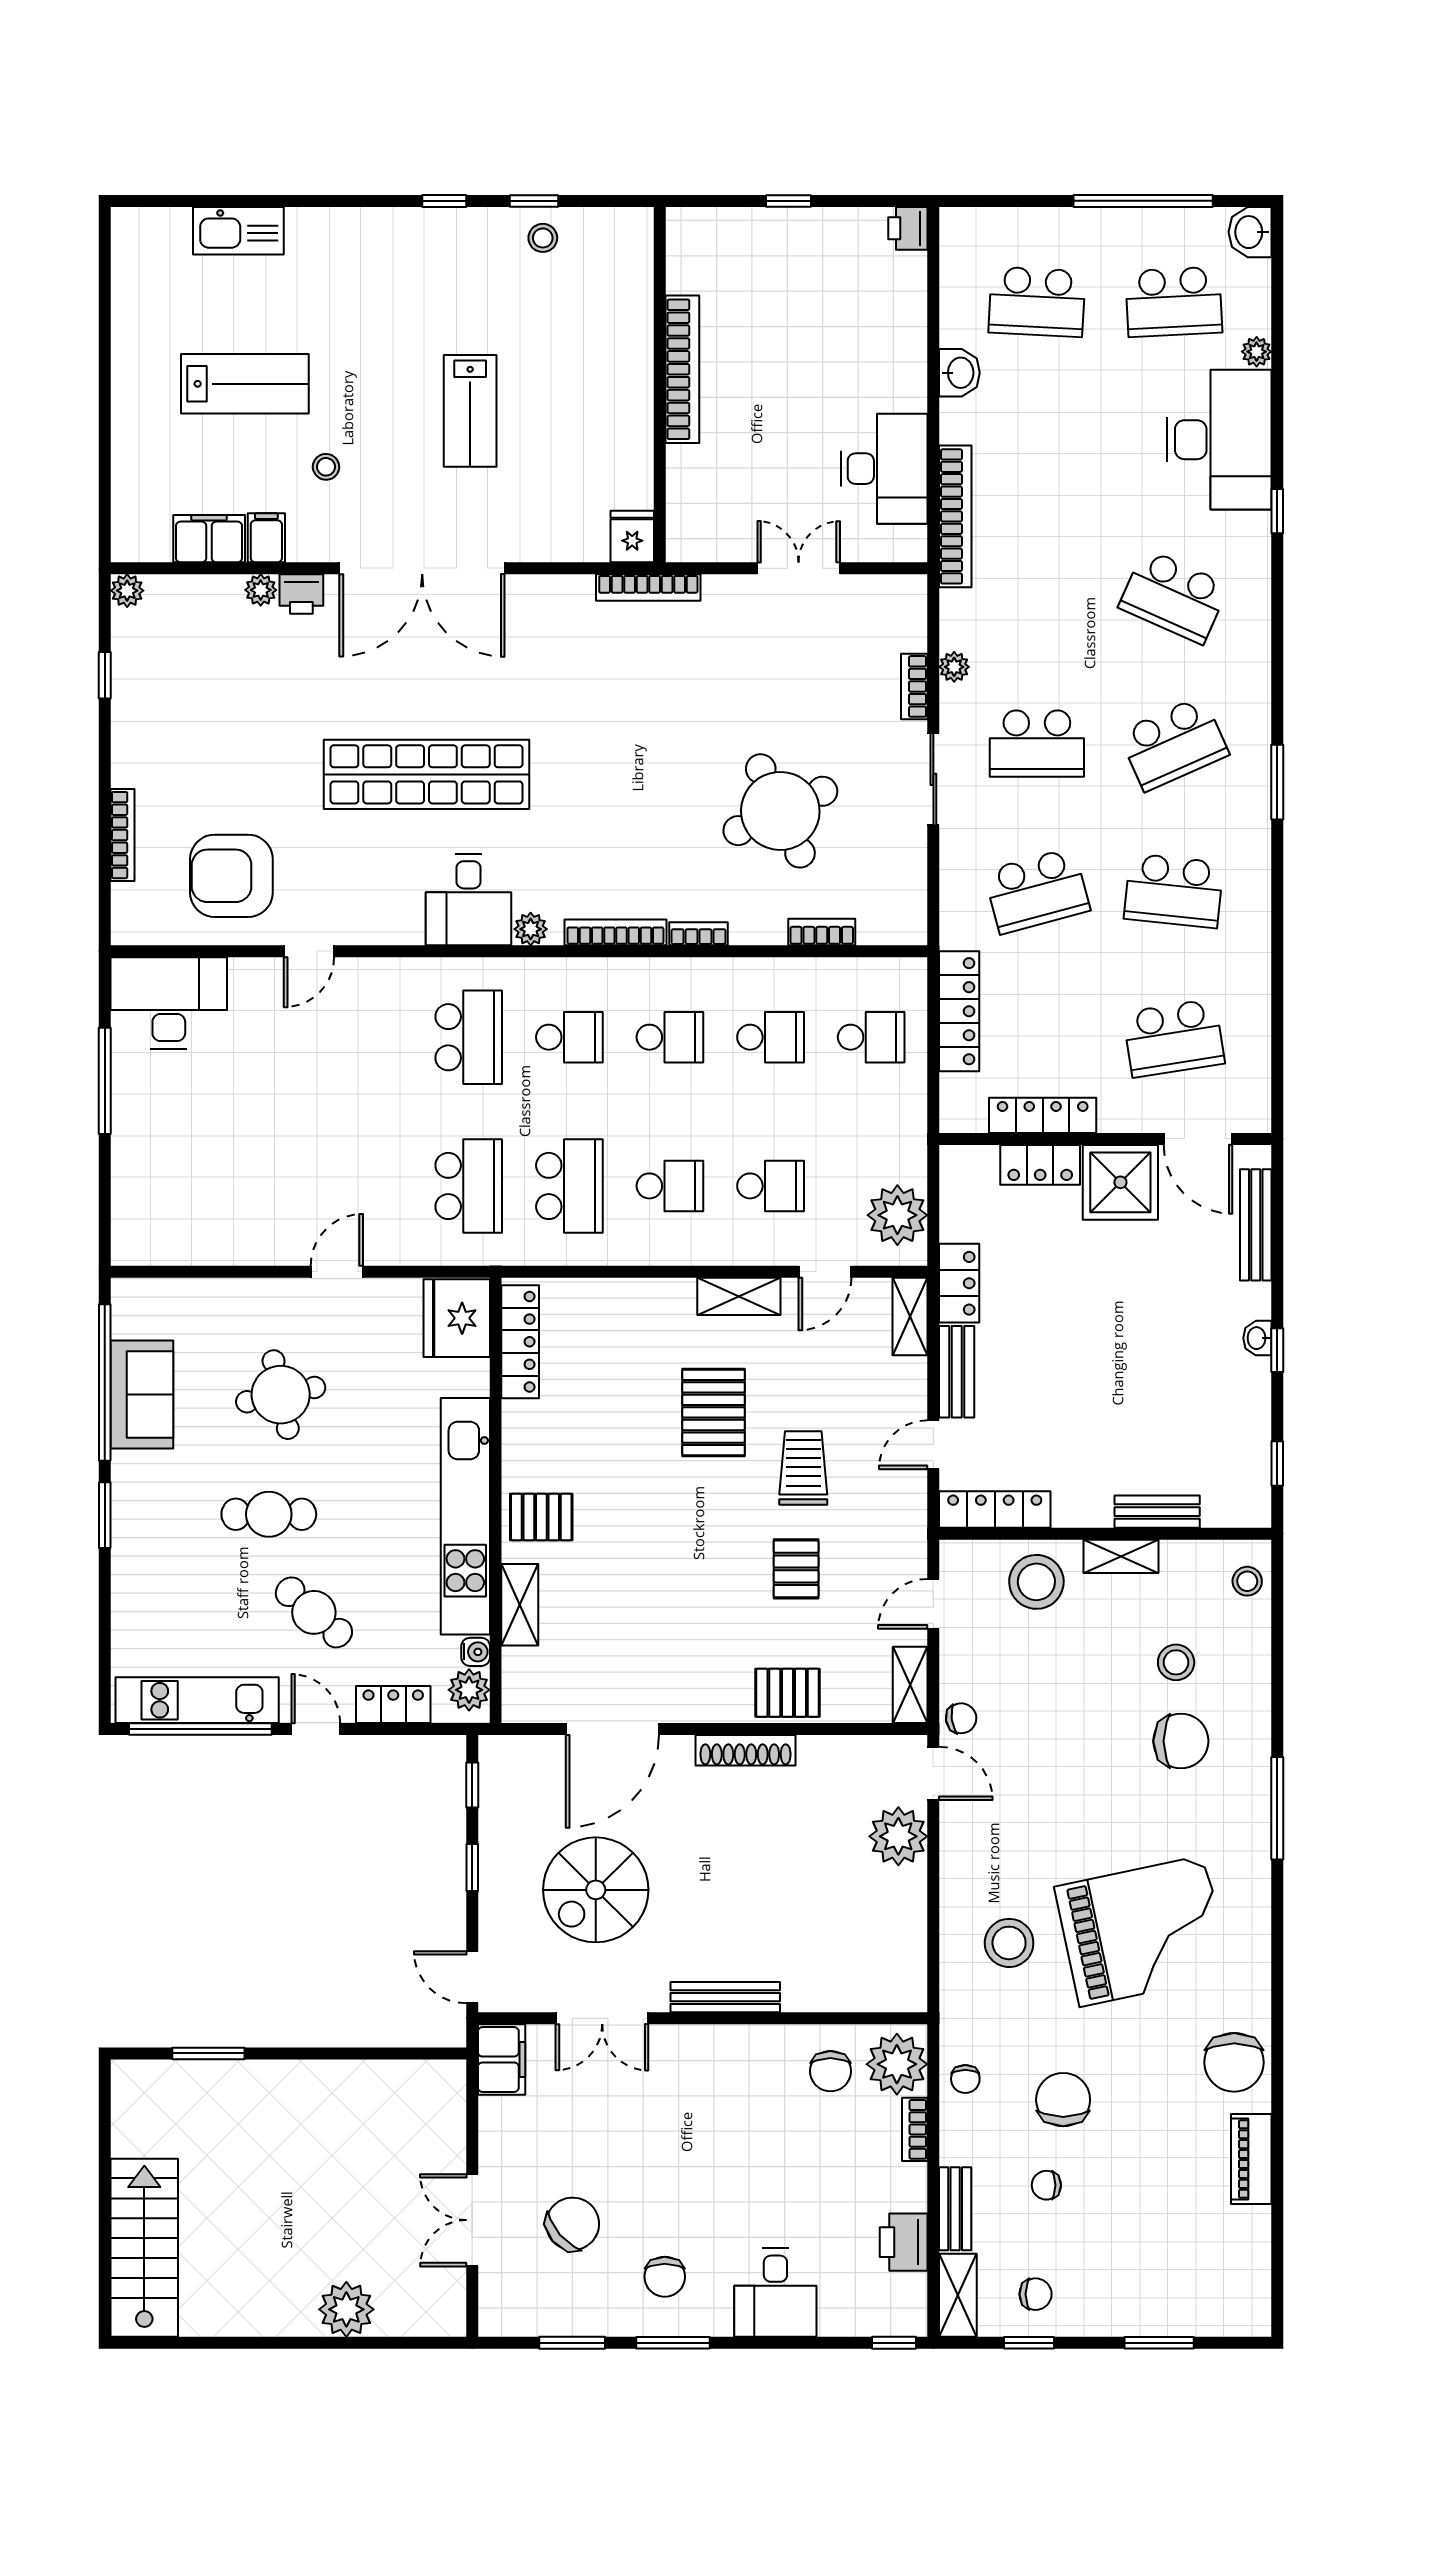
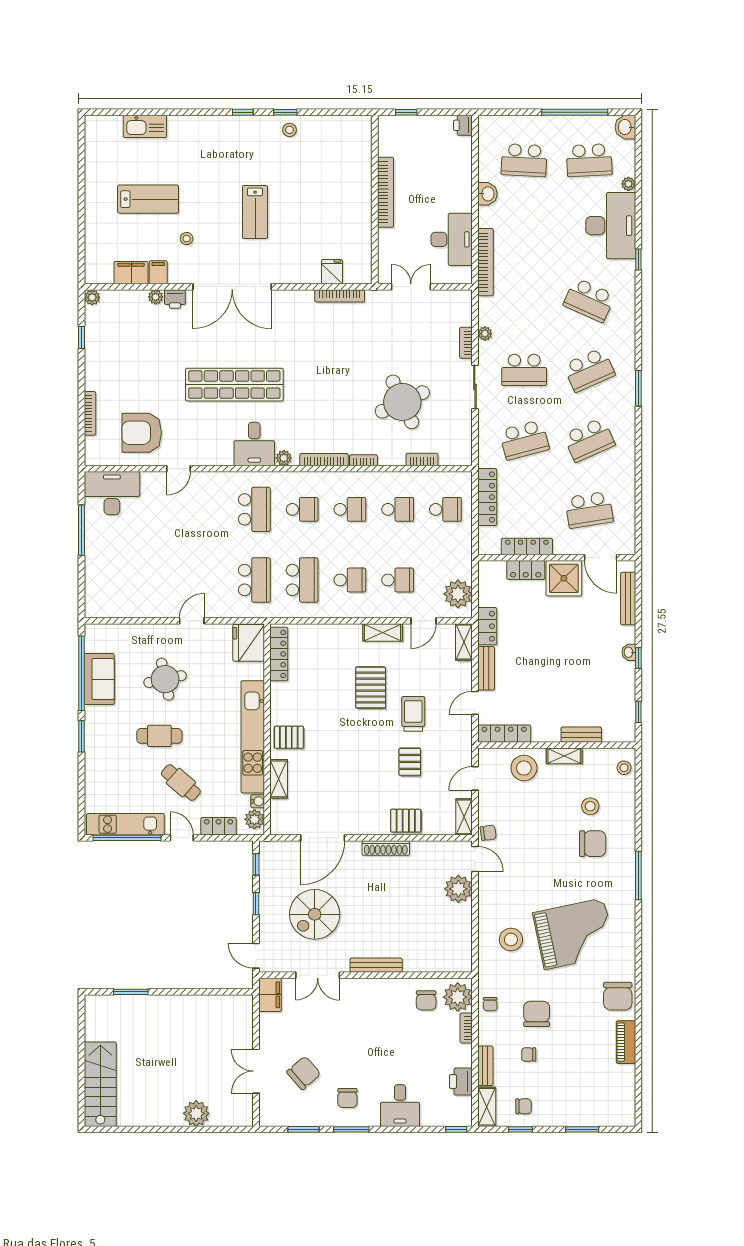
bookcase: (682, 369) -> (386, 192), moved
wall: (660, 385) -> (375, 199), moved
school desk: (1174, 891) -> (589, 440), turned -30

